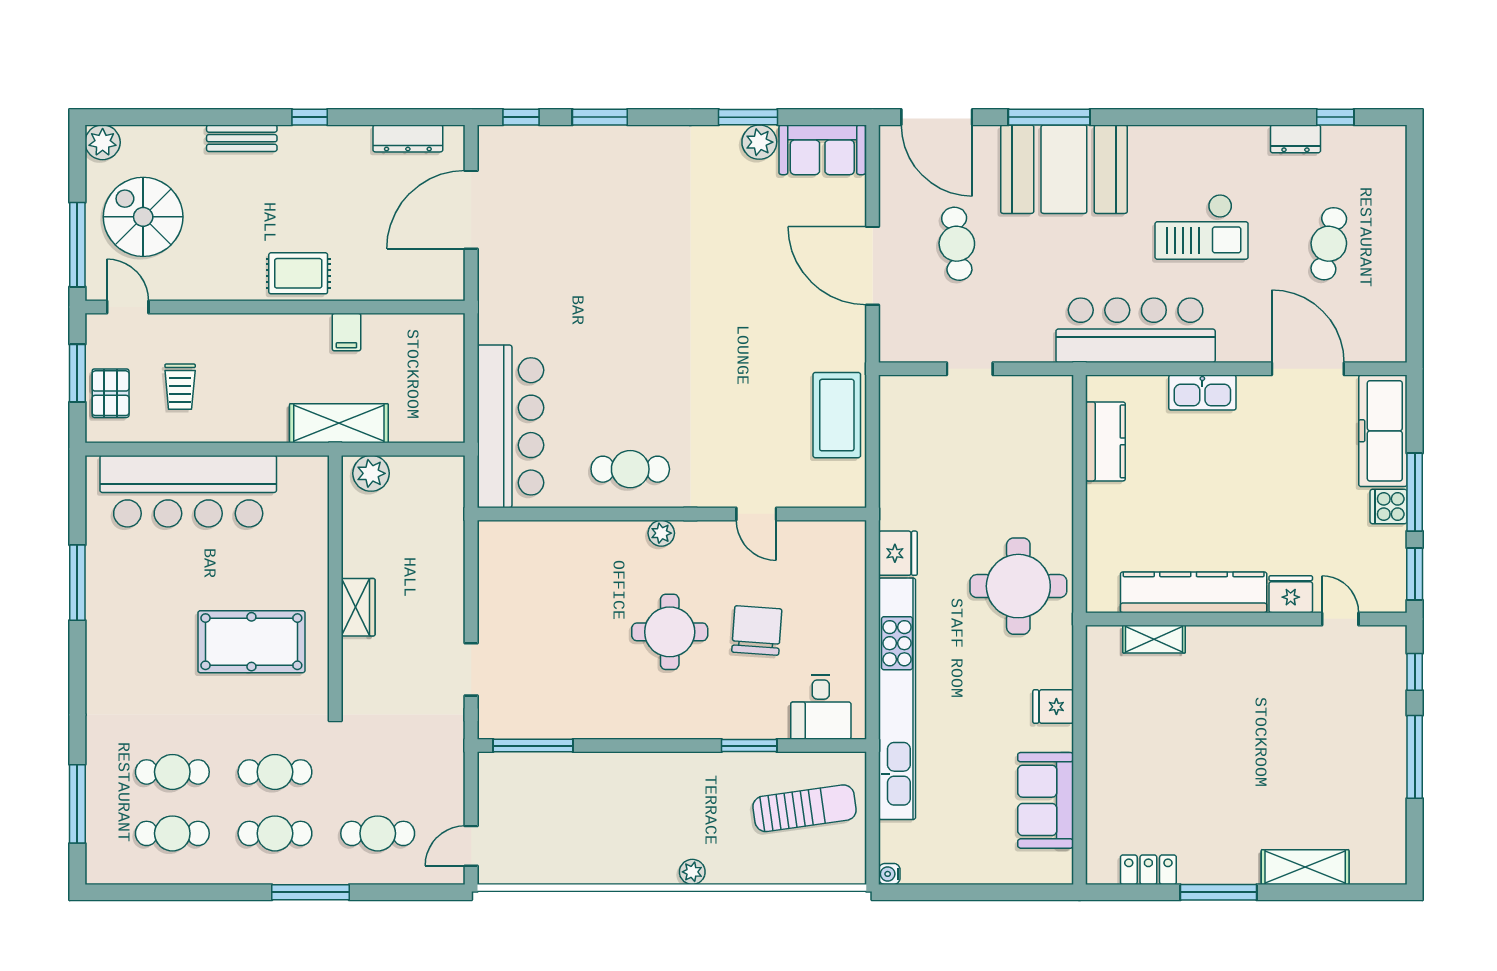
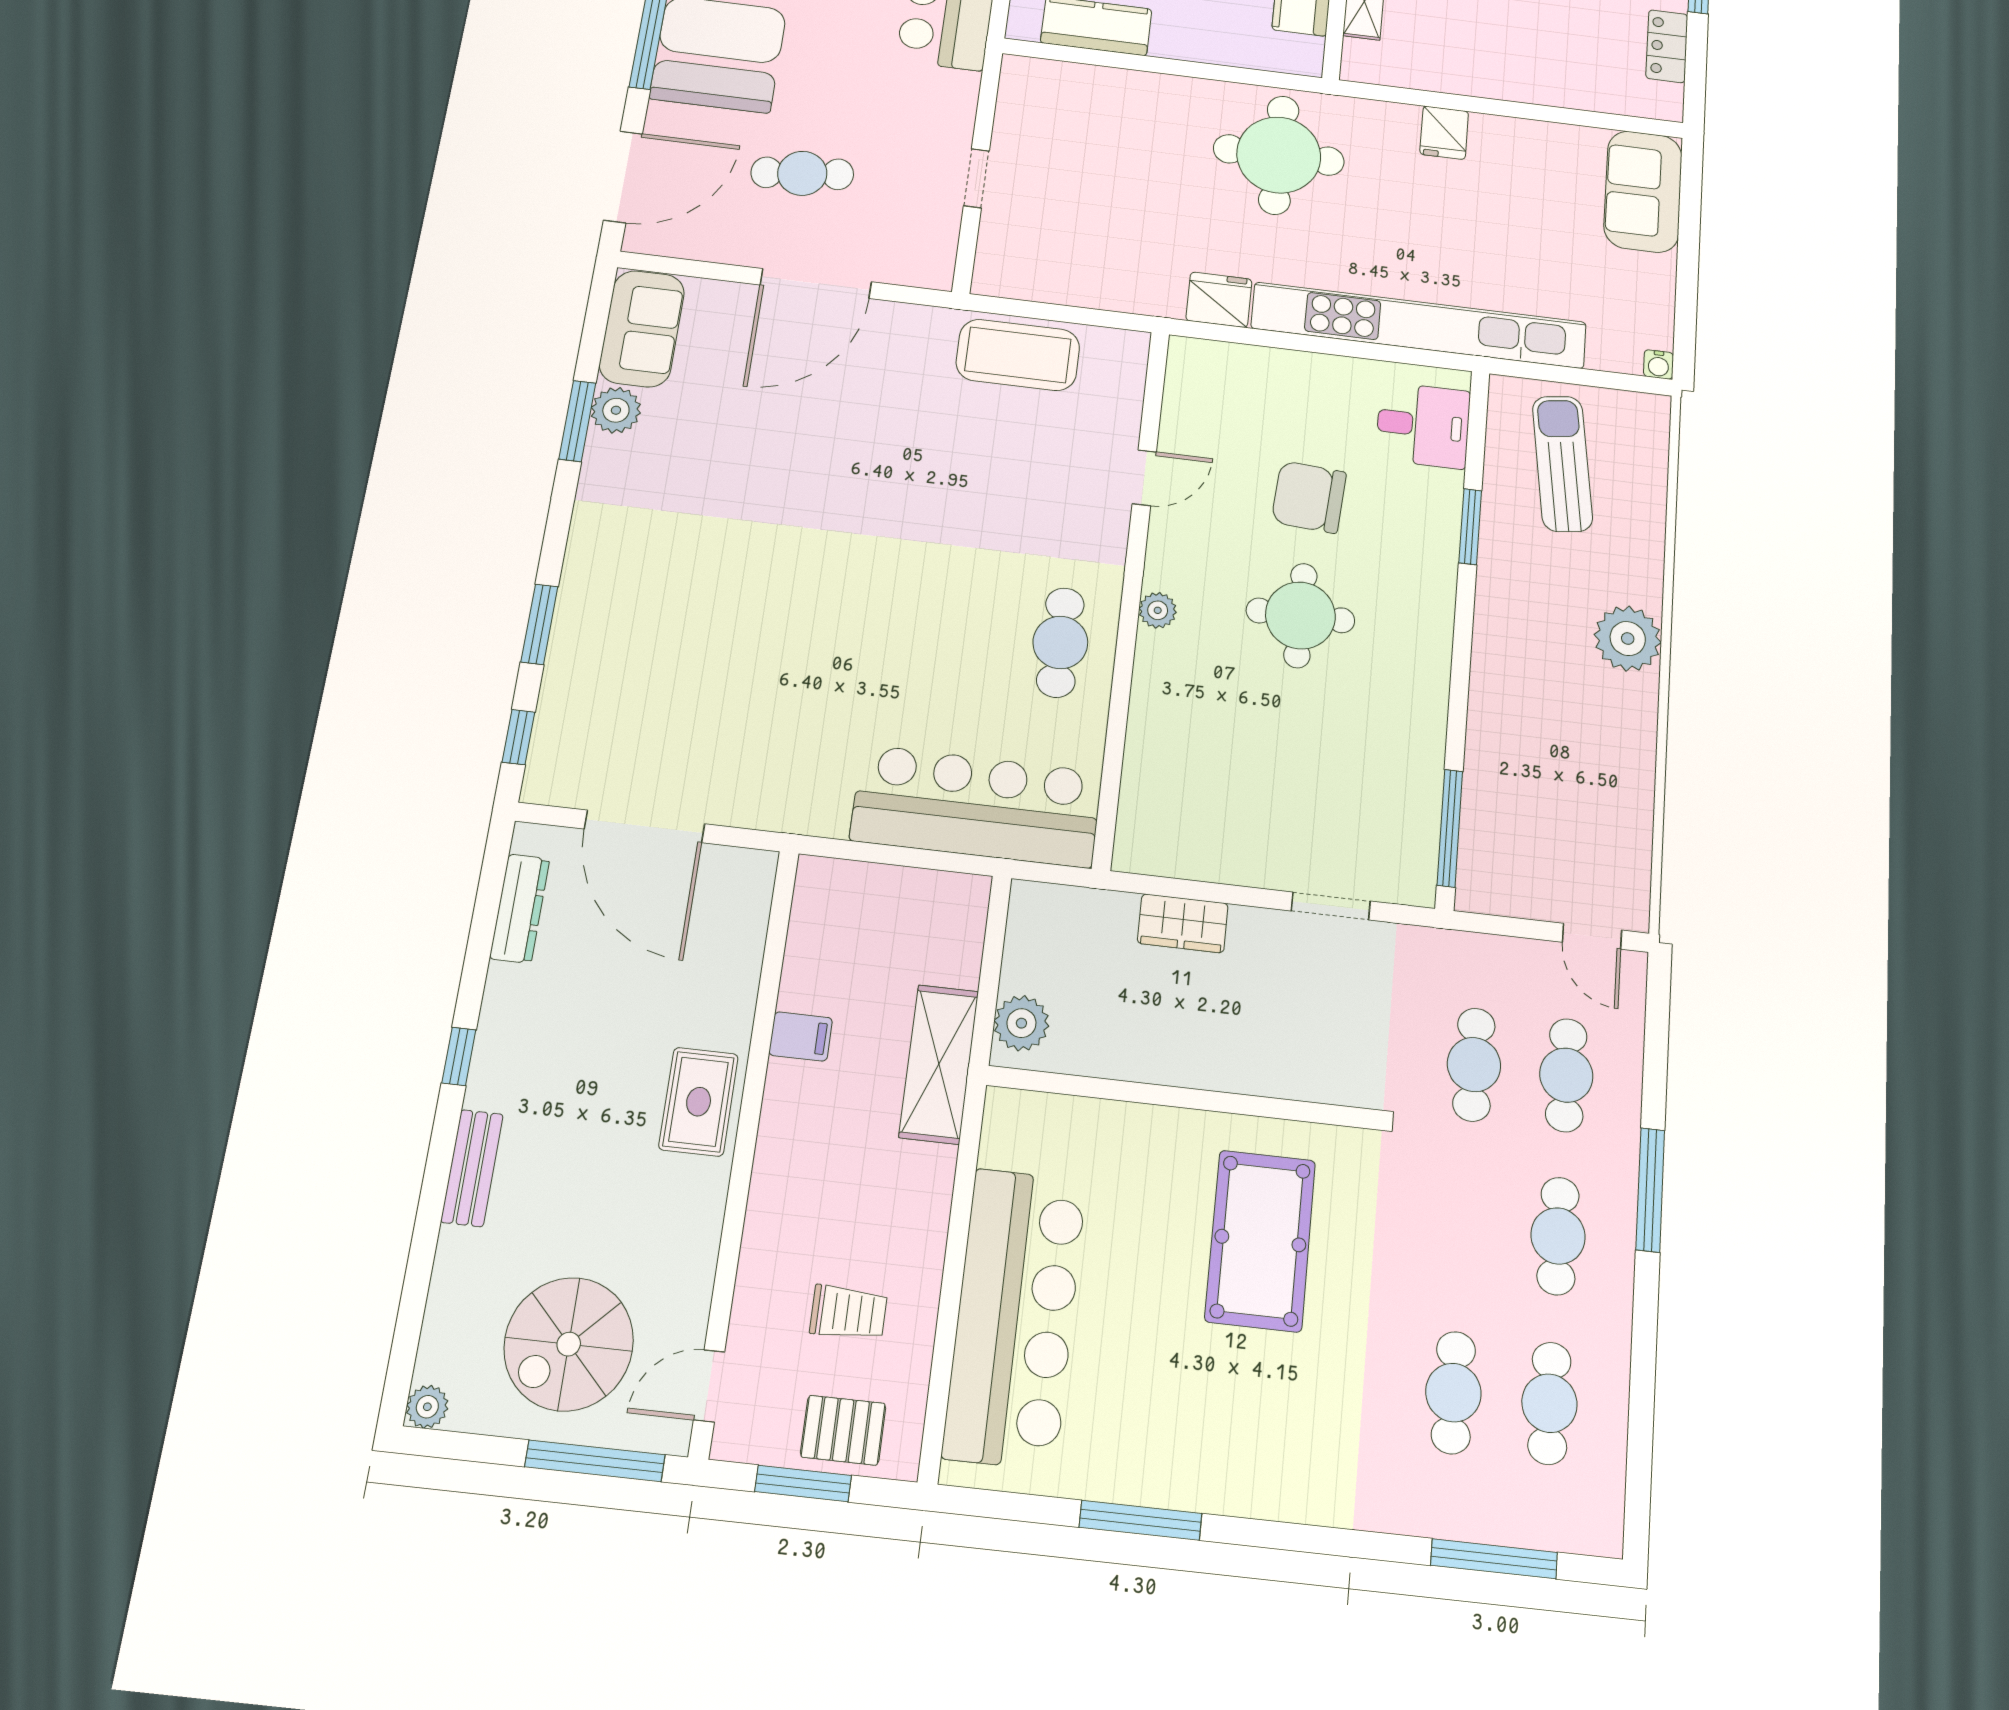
plant: (103, 142) -> (427, 1407), width x0.73, depth x0.73
wardrobe: (358, 607) -> (1183, 923), moved, turned 180
cafe table: (275, 772) -> (1474, 1065), moved
sofa: (1046, 800) -> (1643, 191), moved, turned 90
plant: (692, 872) -> (1628, 639), width x1.88, depth x1.88

